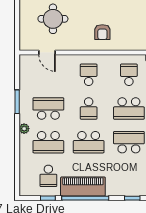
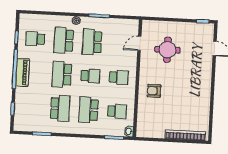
school desk: (48, 108) -> (92, 42), turned 180
school desk: (89, 108) -> (90, 76), turned 180
piano: (83, 187) -> (22, 73), width x0.73, depth x0.75

